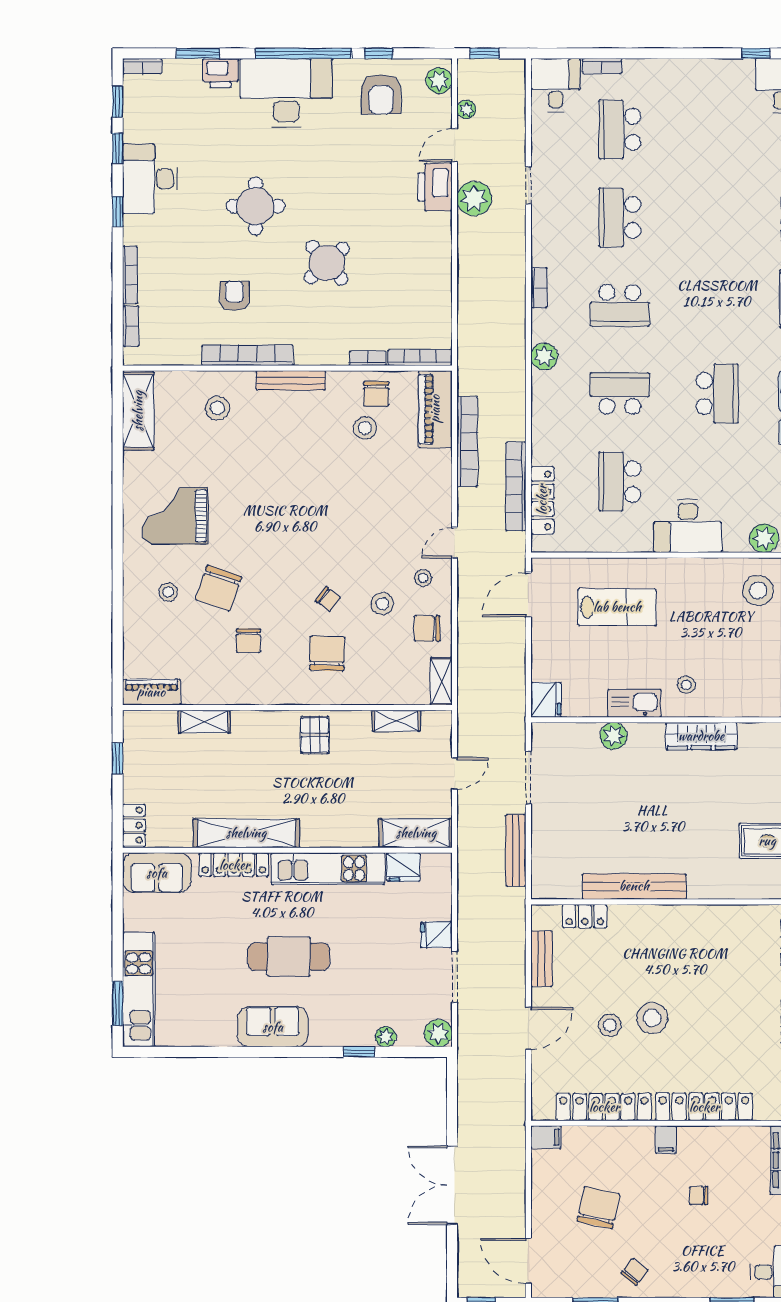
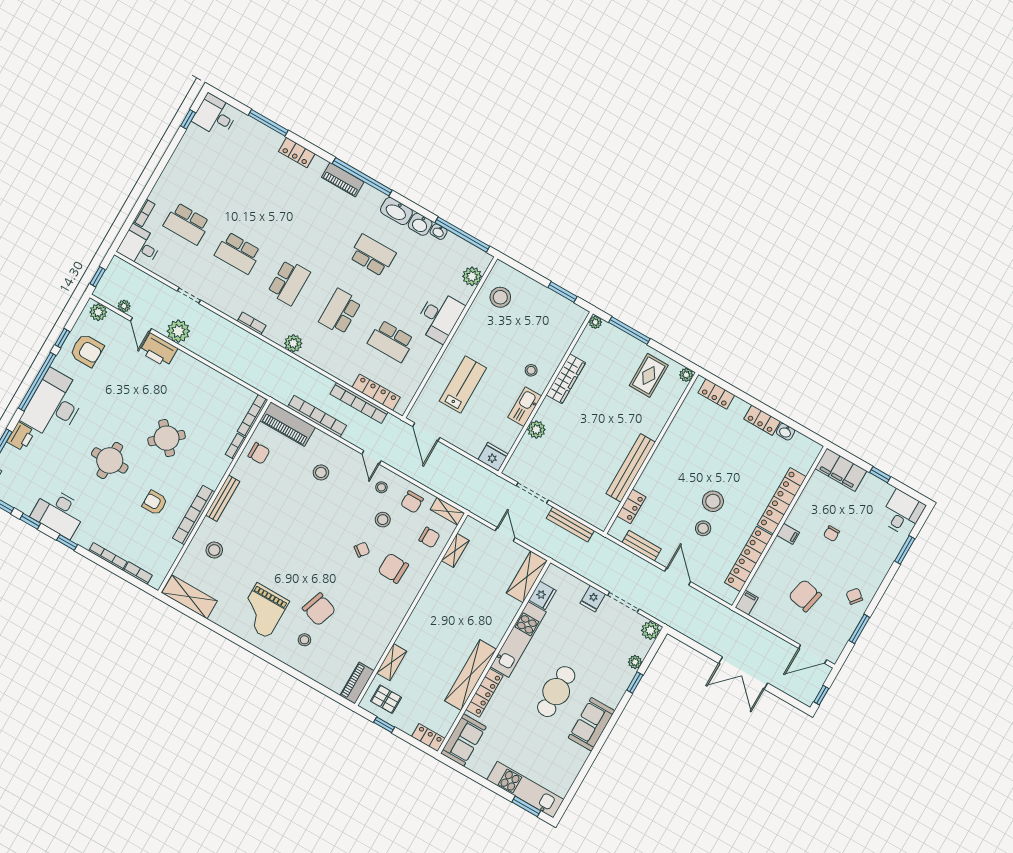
stool: (365, 428) -> (321, 472), moved
chair: (248, 640) -> (429, 537), moved
pallet: (315, 735) -> (386, 699), moved

